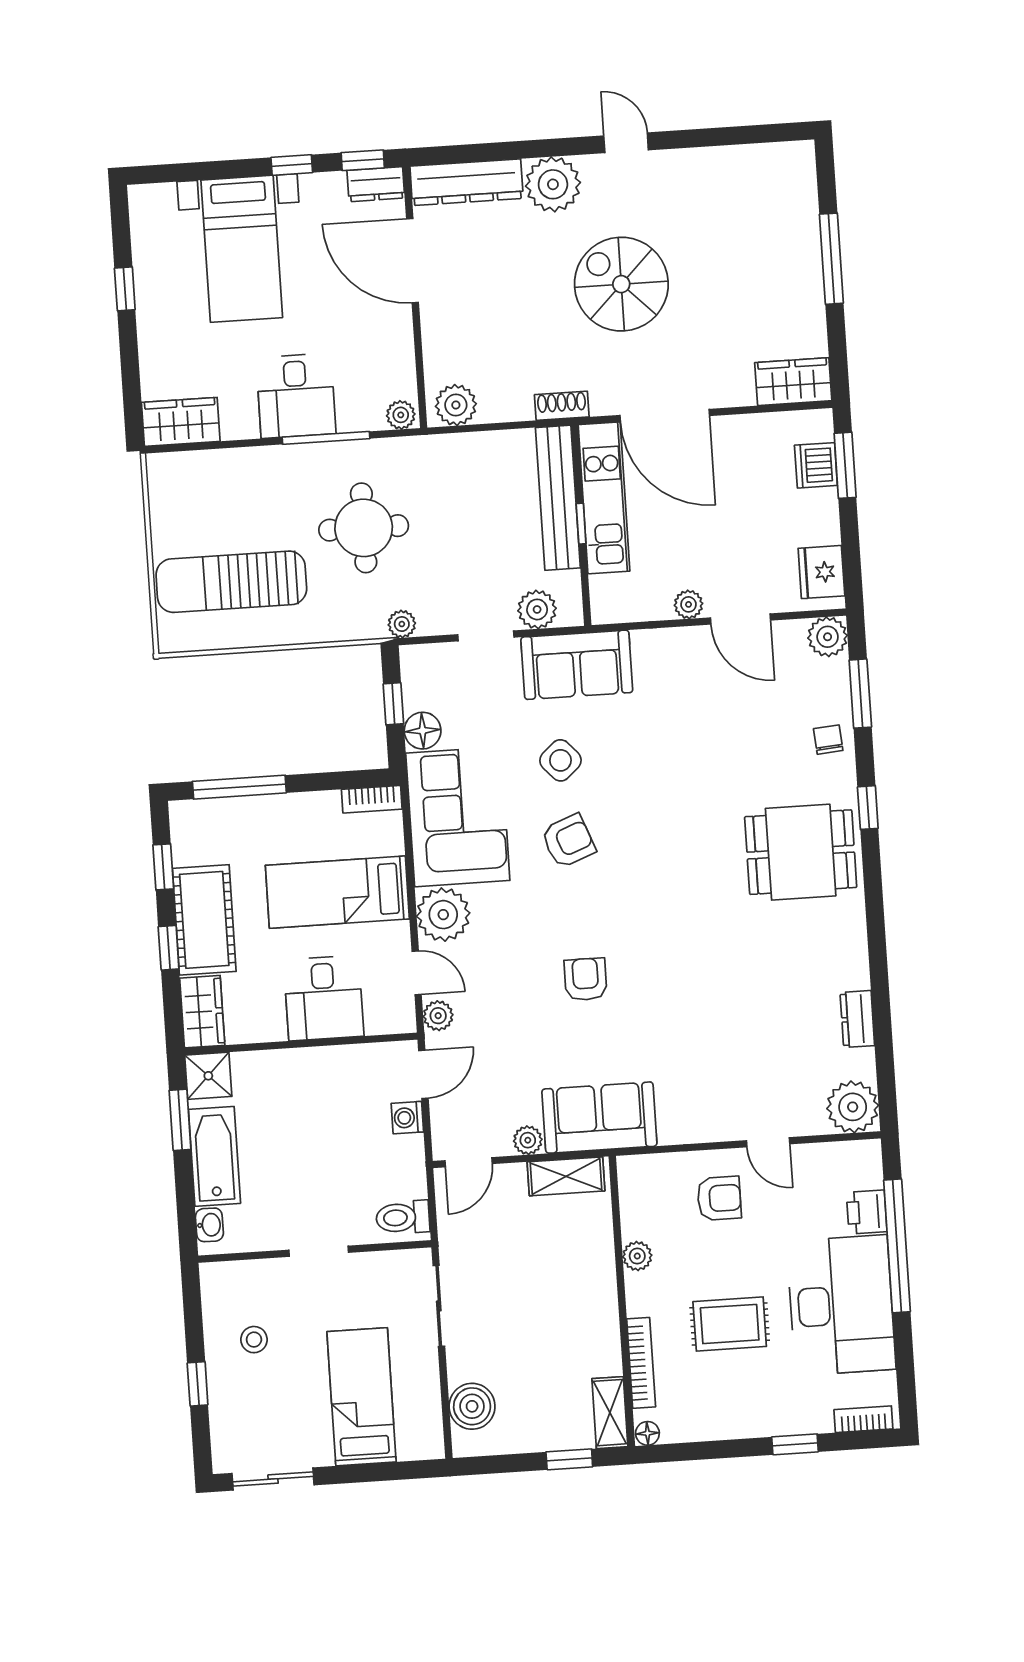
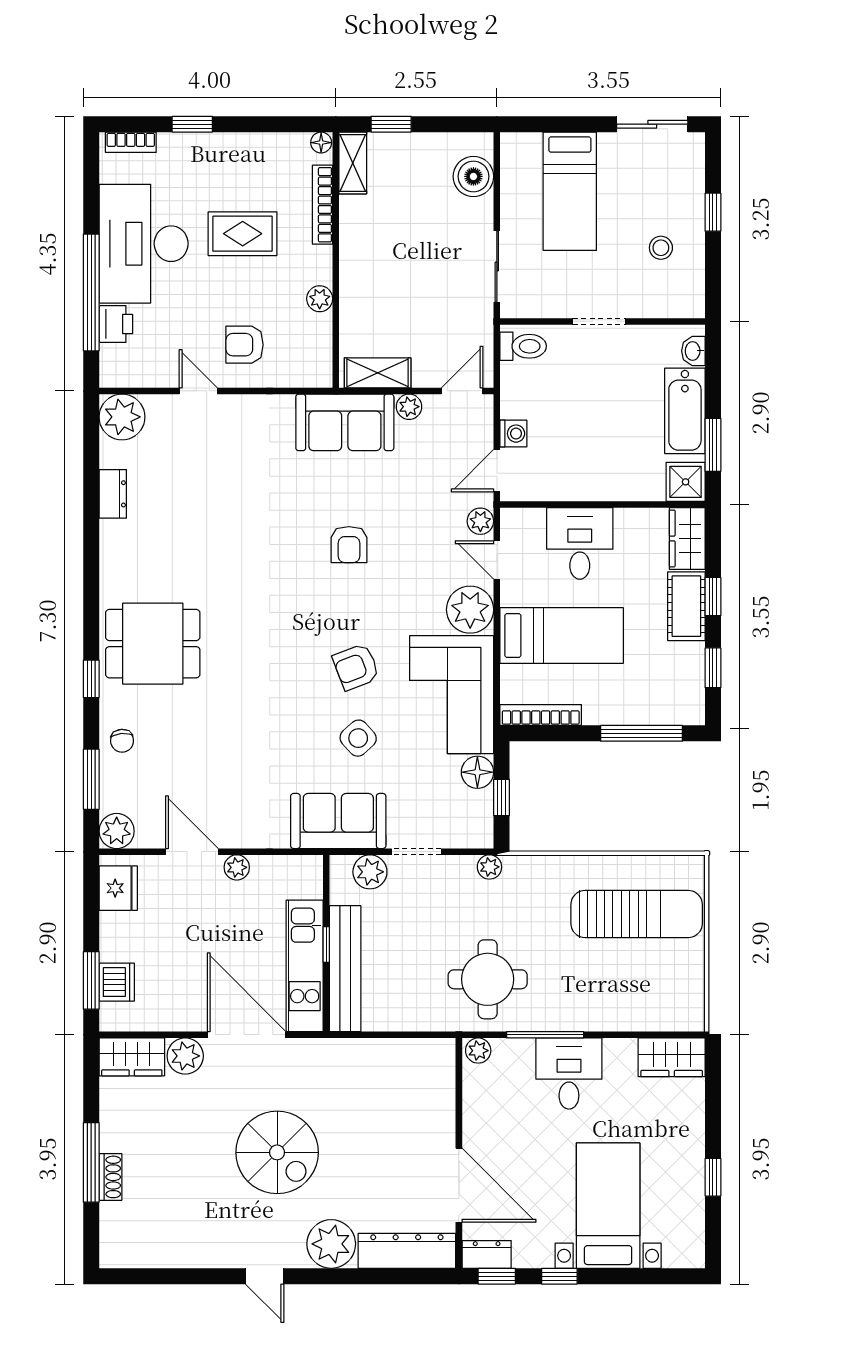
plant: (456, 405) -> (185, 1056), moved
shoe rack: (562, 406) -> (110, 1177), moved, turned -90
round table: (364, 528) -> (488, 979), moved
bookcase: (372, 799) -> (541, 715), width x1.56
cot: (204, 920) -> (686, 606), width x0.73, depth x0.75

